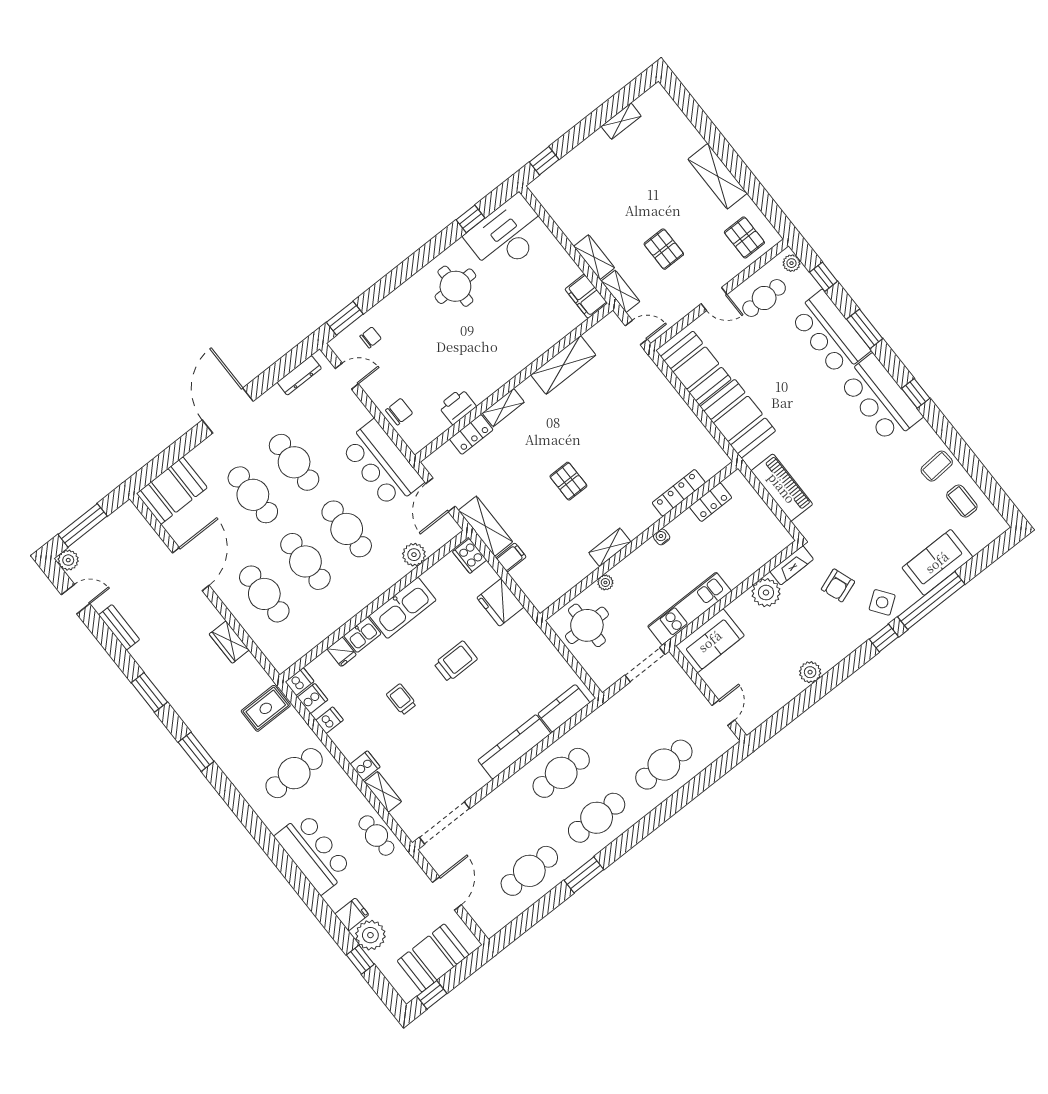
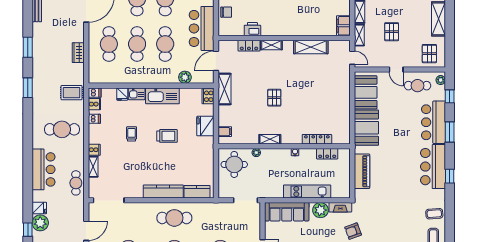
filing cabinet: (511, 557) -> (225, 132), moved
kitchen unit: (689, 609) -> (307, 191), moved
sofa: (710, 641) -> (287, 212), width x1.36

